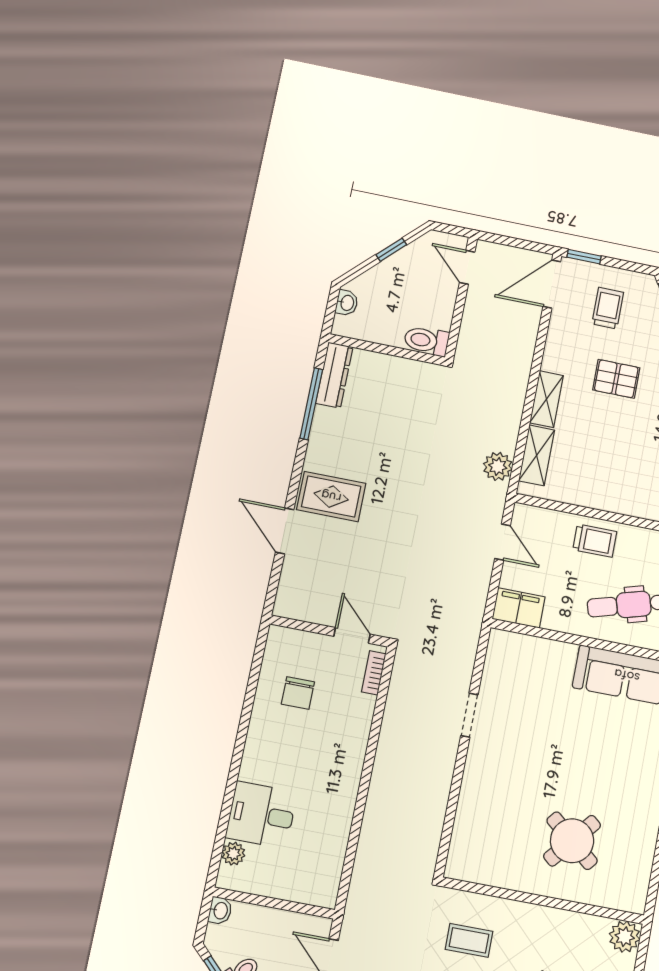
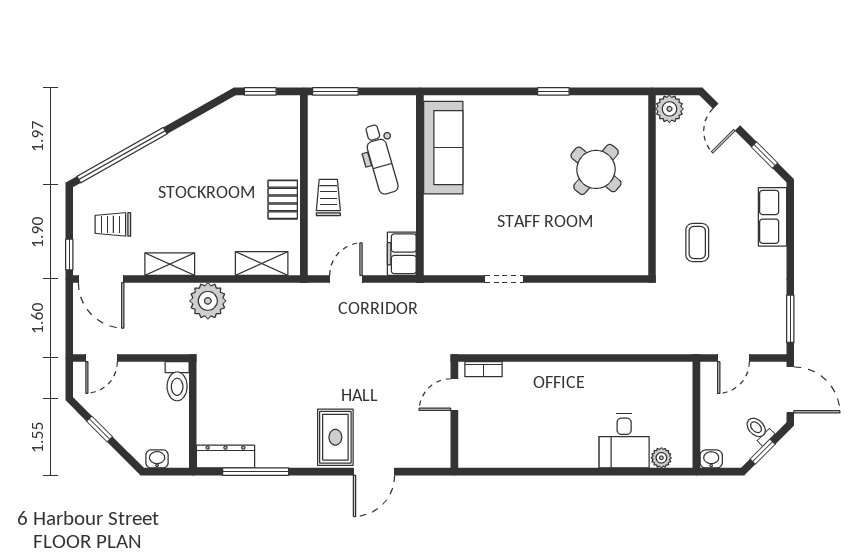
pallet: (616, 379) -> (283, 200), moved
shelving: (546, 399) -> (170, 264), moved
plant: (498, 466) -> (208, 301), moved, width x1.36, depth x1.36
chair: (298, 693) -> (514, 431), removed

